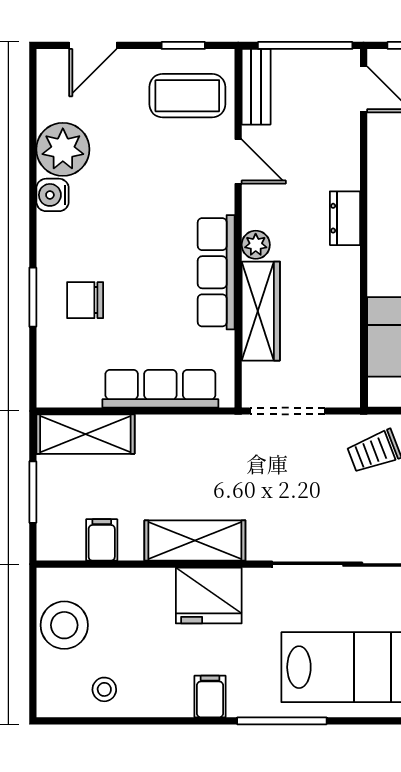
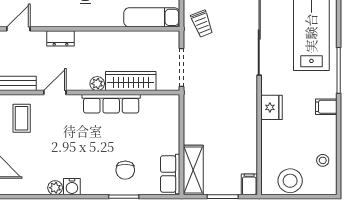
coffee table: (187, 96) -> (22, 118), width x0.73, depth x0.77
plant: (63, 149) -> (55, 188), width x0.53, depth x0.53
dresser: (345, 218) -> (61, 38), moved
row of seats: (160, 389) -> (170, 174), moved, width x0.68
filing cabinet: (102, 540) -> (249, 184), moved, turned 90
shelving: (195, 540) -> (247, 114), removed
fridge: (209, 596) -> (272, 107), width x0.73, depth x0.75

